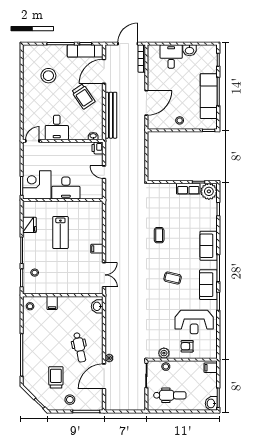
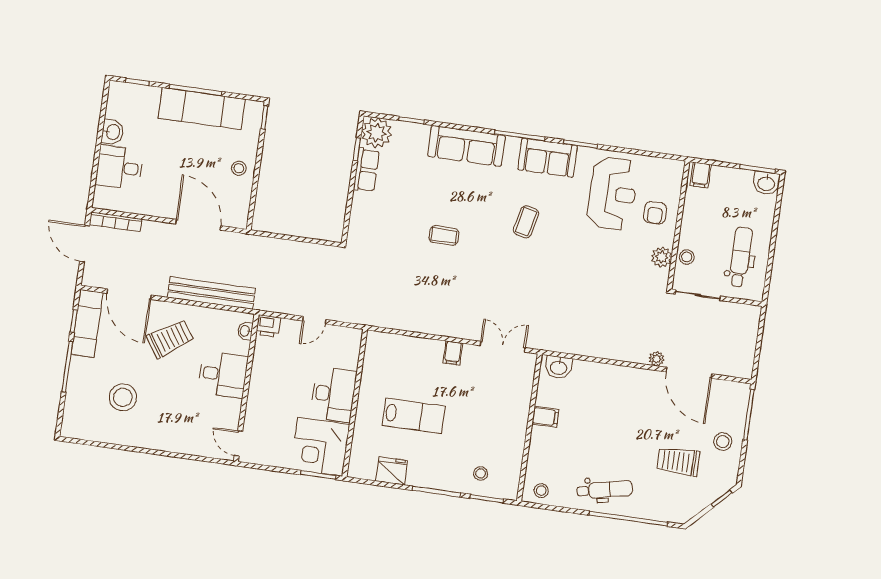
desk: (57, 127) -> (223, 375), moved
sofa: (209, 246) -> (466, 146), width x1.36
filing cabinet: (52, 303) -> (545, 417), moved
dental chair: (79, 347) -> (605, 490), moved

